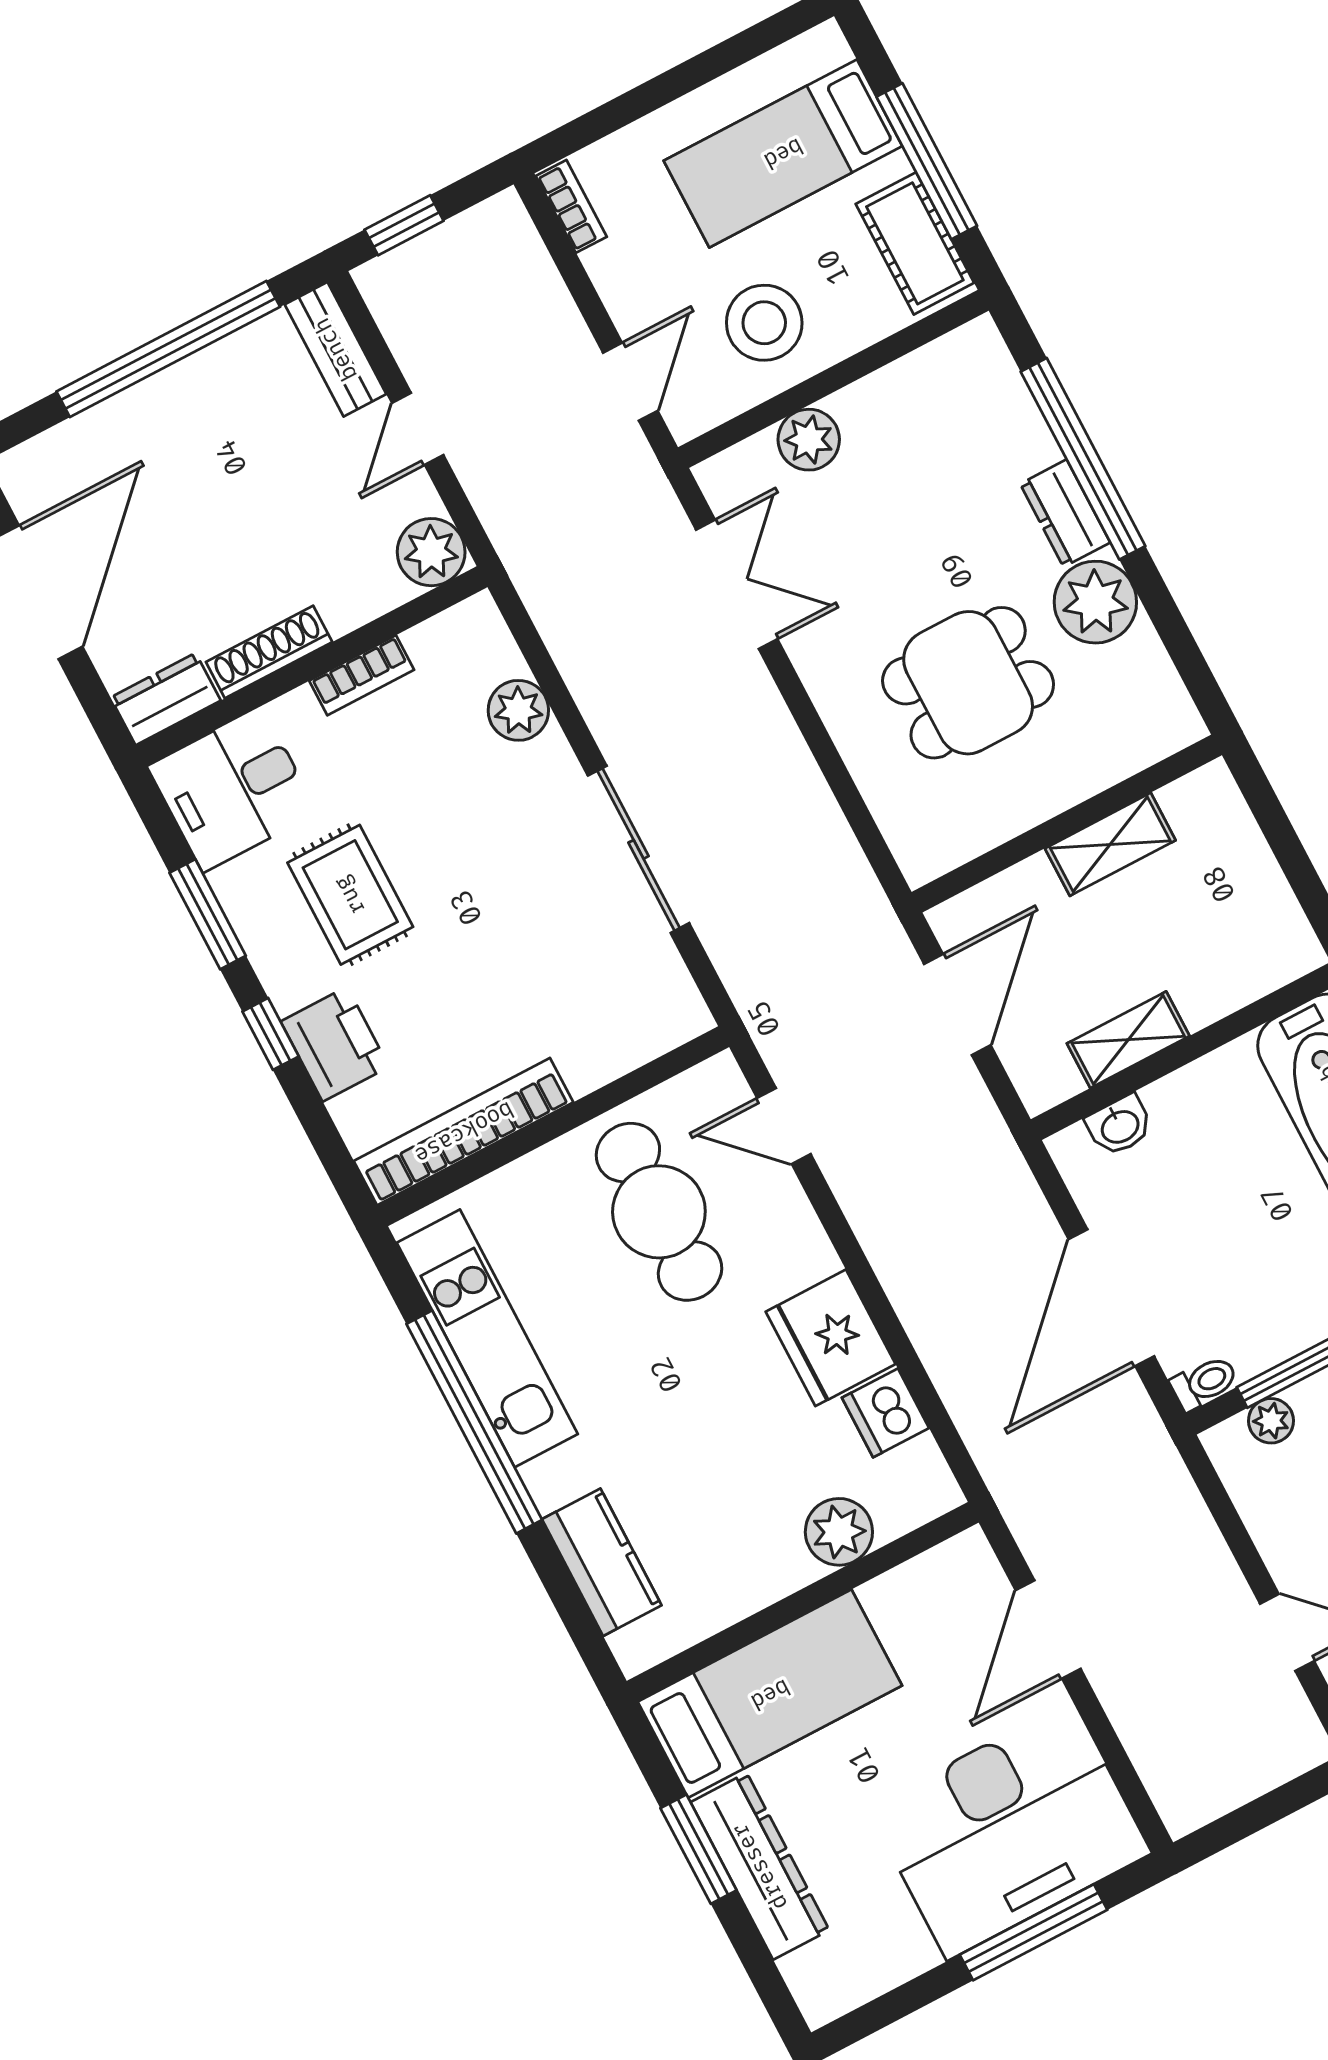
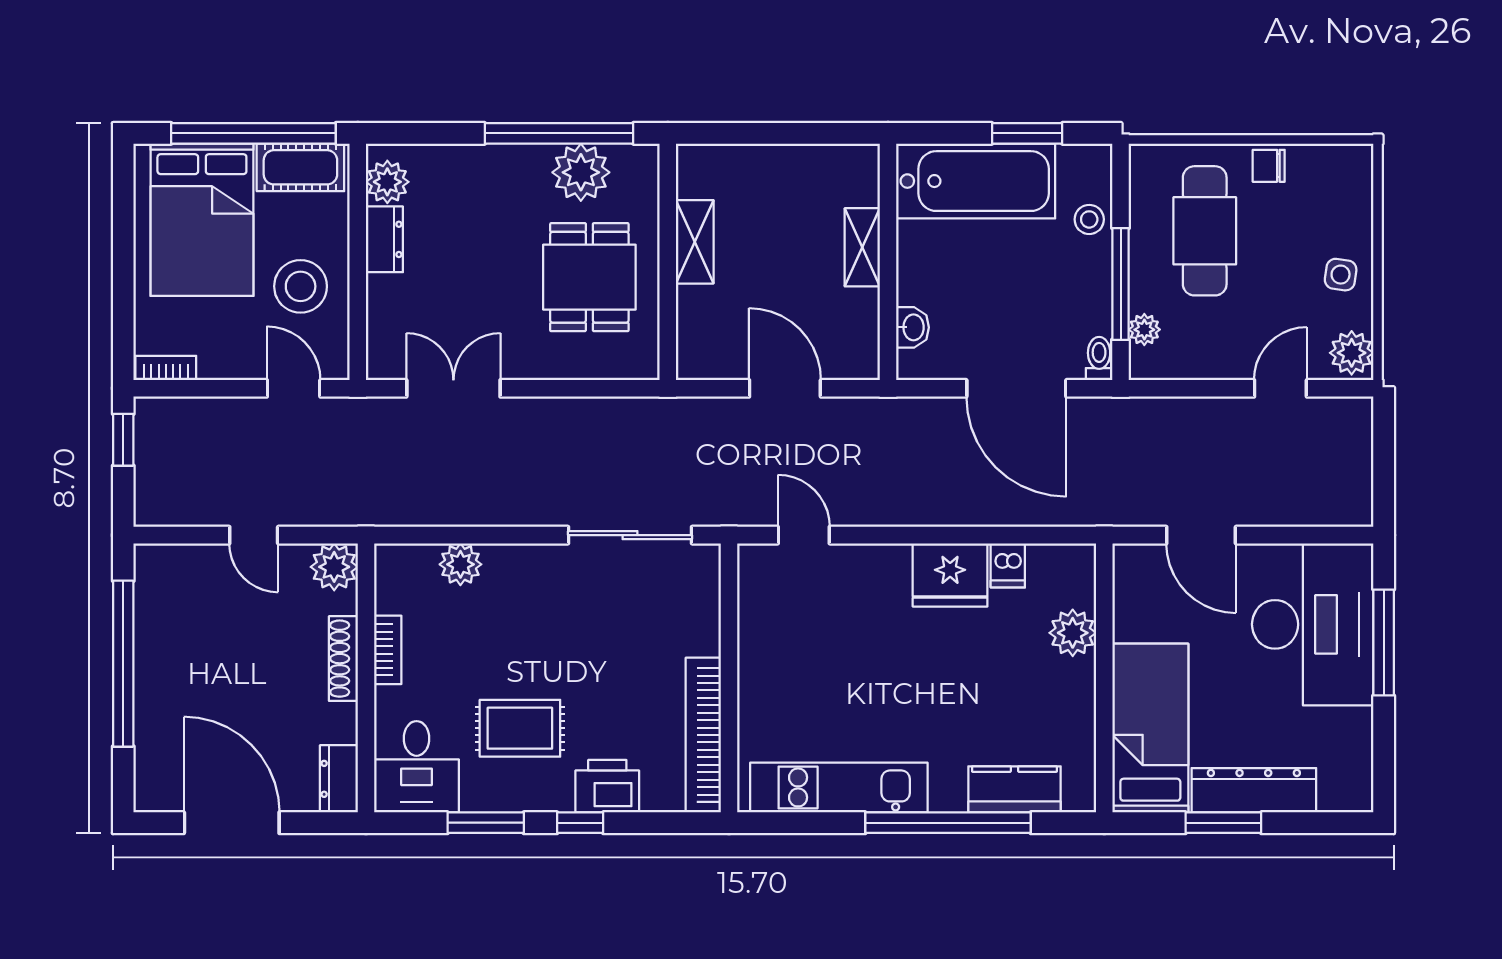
bed: (783, 153) -> (202, 220), width x1.50
window: (927, 161) -> (253, 133), width x1.46
window: (404, 225) -> (123, 440), moved
bench: (336, 349) -> (178, 560), removed
plant: (809, 440) -> (387, 182), moved
window: (1083, 459) -> (559, 133), moved
dresser: (1065, 513) -> (384, 239), moved, turned -90
shoe rack: (269, 652) -> (343, 659), moved
wall: (1067, 824) -> (668, 262), moved
shelving: (1110, 844) -> (695, 242), moved
sliding door: (639, 849) -> (630, 535), moved
shelving: (1128, 1040) -> (862, 247), moved
door: (784, 1126) -> (804, 535), swing flipped
cafe table: (659, 1212) -> (816, 640), removed
dishwasher: (886, 1413) -> (1008, 565), width x0.73
window: (474, 1422) -> (948, 823), moved

